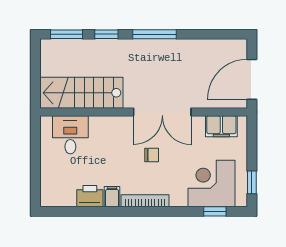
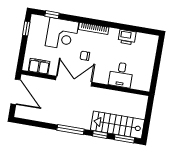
door: (252, 79) -> (15, 92), hinge flipped
stairs: (81, 93) -> (117, 125), moved, turned 180
desk: (70, 135) -> (121, 75), moved
corner desk: (212, 184) -> (62, 34), moved
filing cabinet: (112, 197) -> (114, 34), removed

